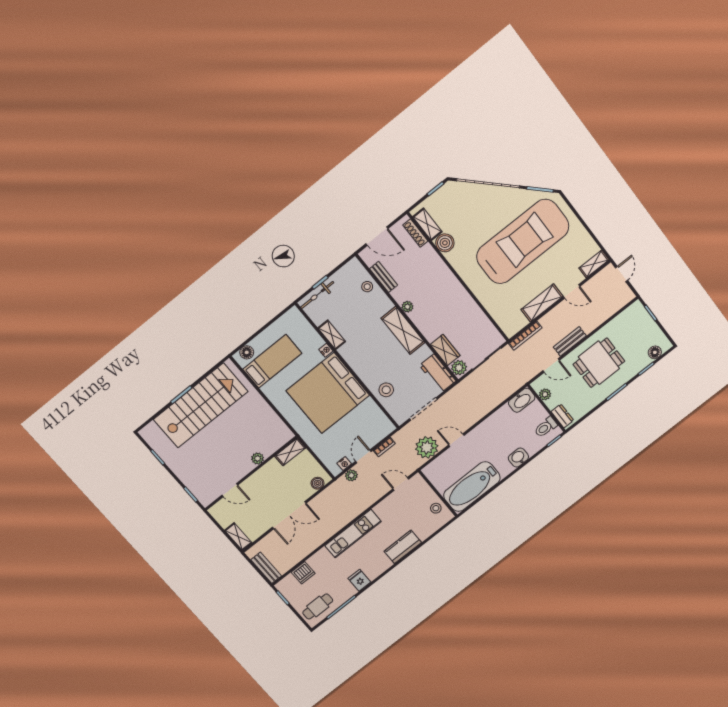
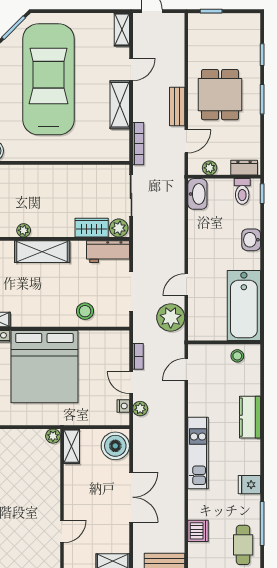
floor lamp: (655, 352) -> (253, 35), removed
plant: (258, 458) -> (53, 436), moved
boiler: (318, 483) -> (115, 446), width x1.86, depth x1.86

